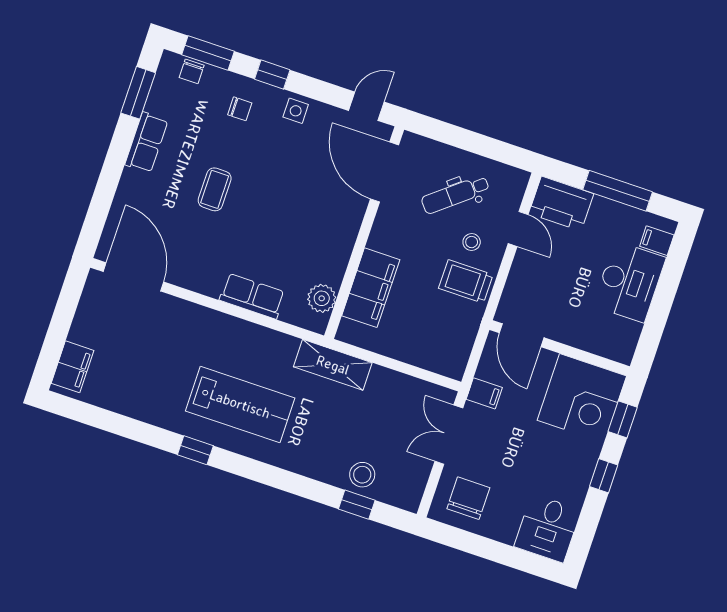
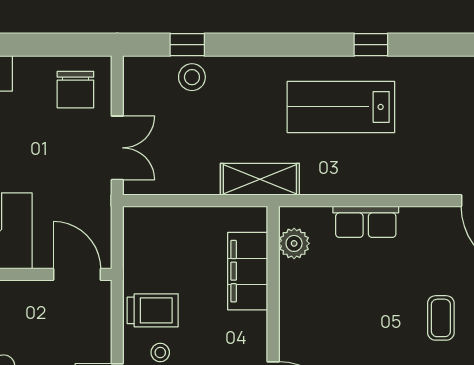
filing cabinet: (484, 393) -> (95, 202), removed

